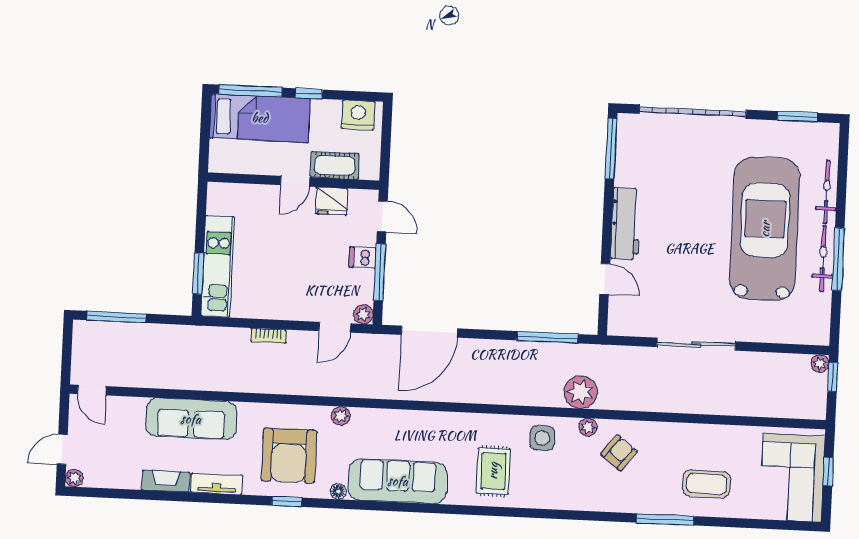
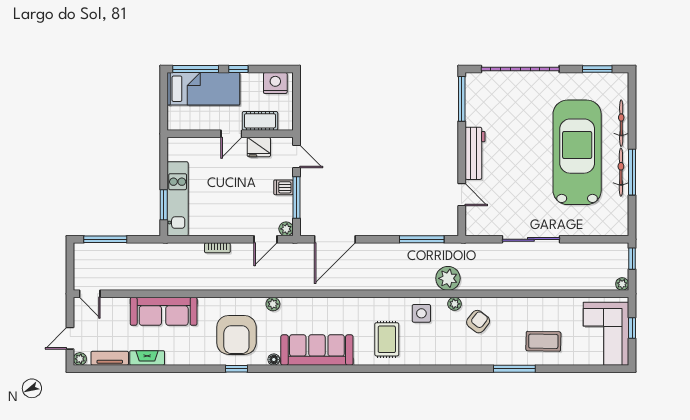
plant: (820, 363) -> (622, 284), moved
tv unit: (217, 484) -> (110, 358), moved

